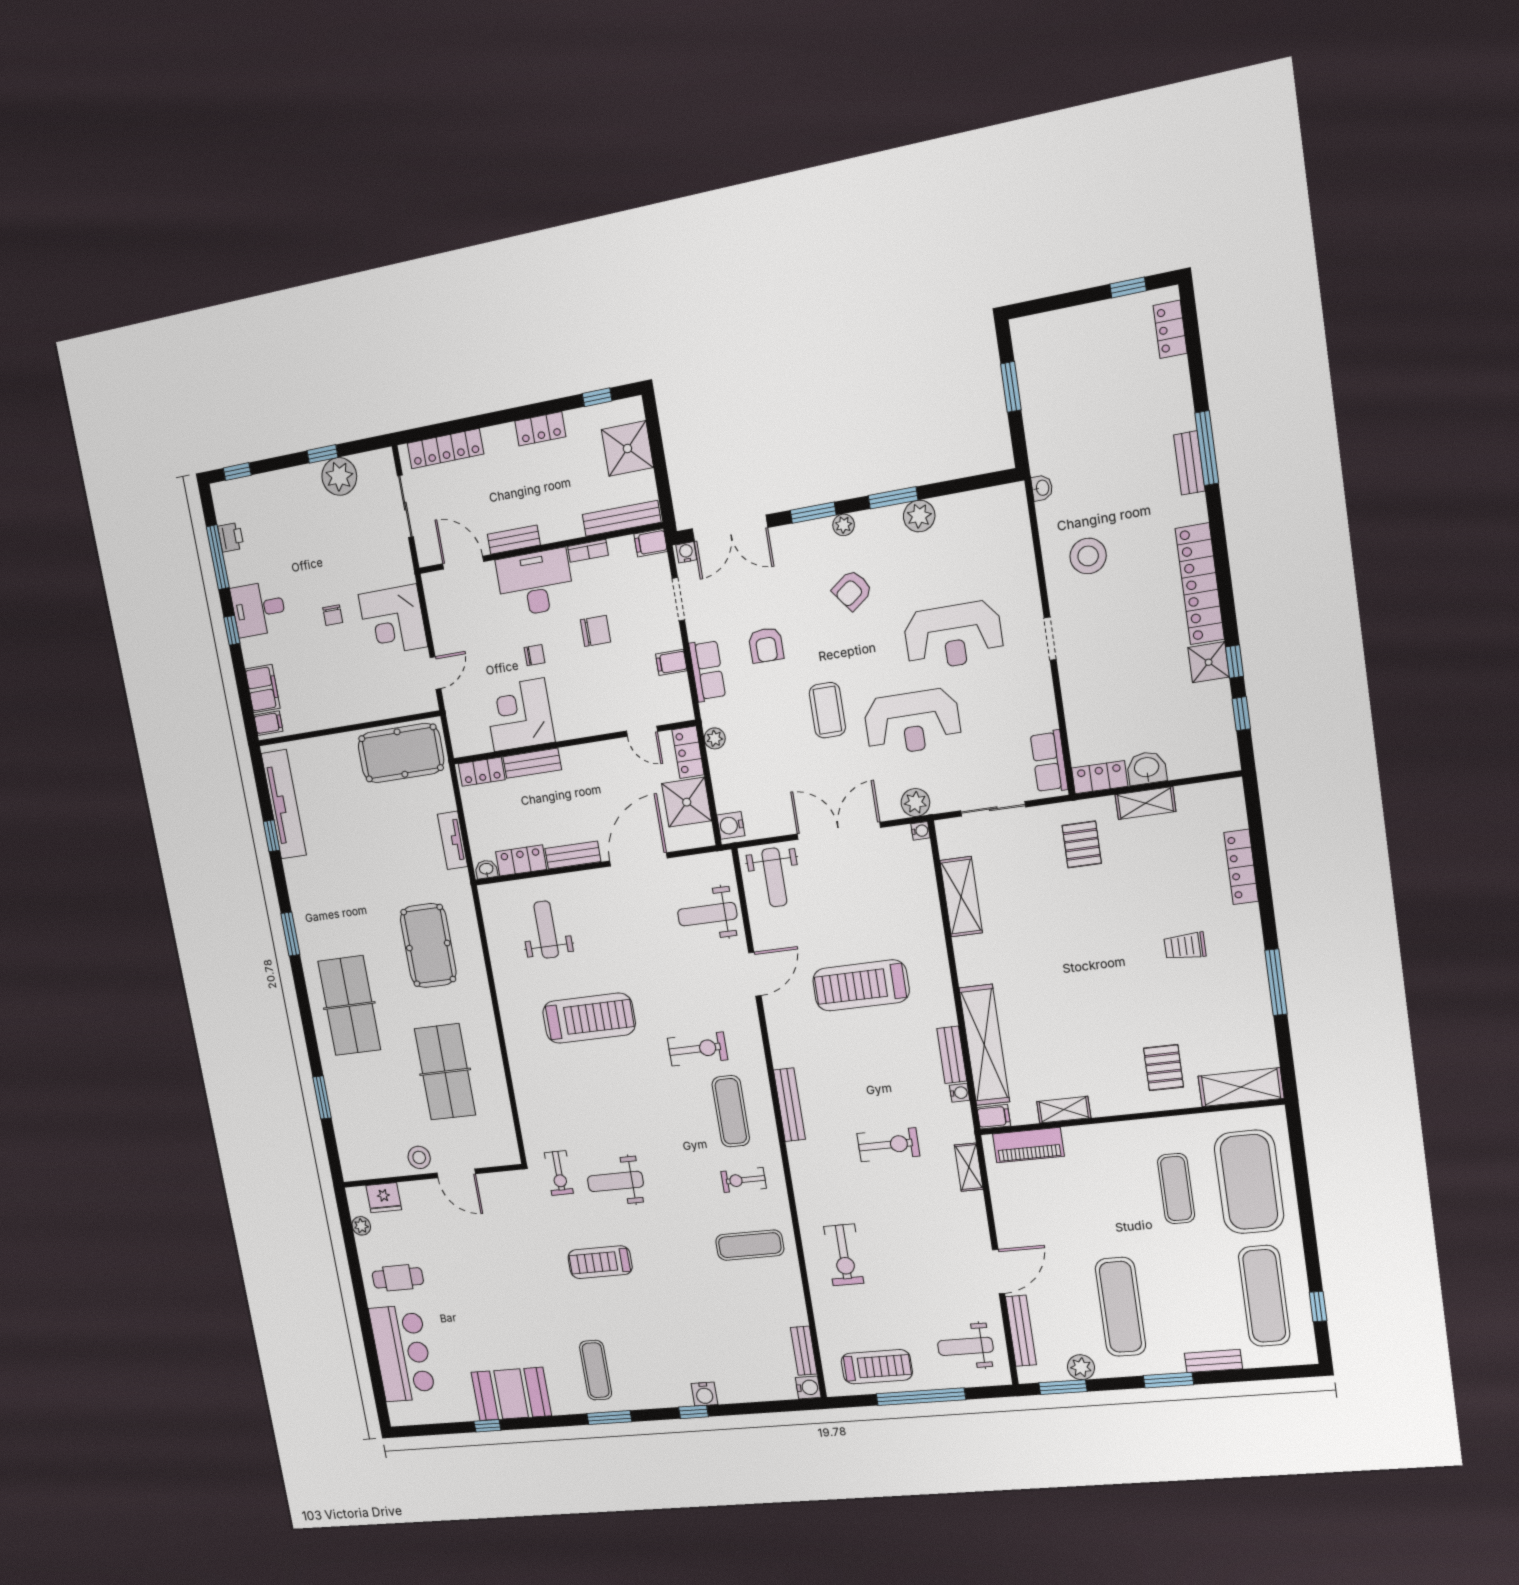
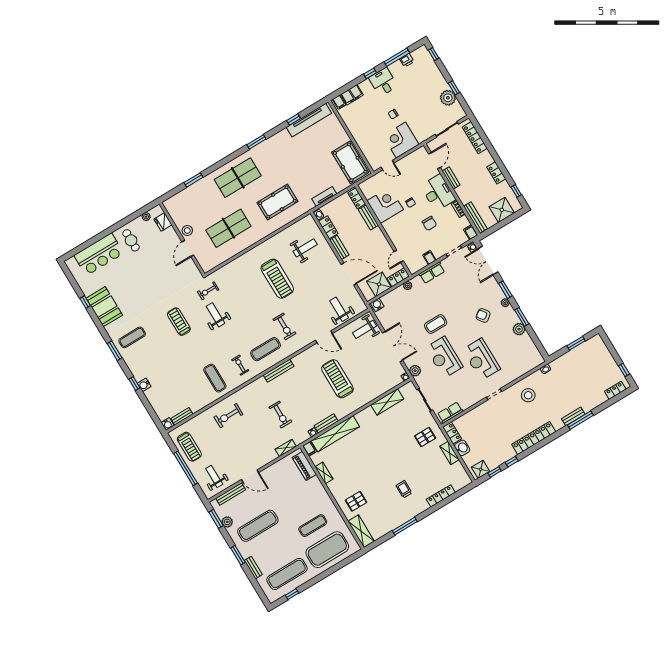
armchair: (766, 645) -> (450, 291), removed
shower: (1209, 662) -> (481, 469), moved

